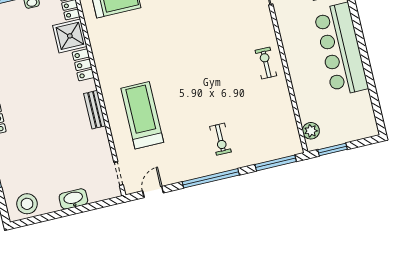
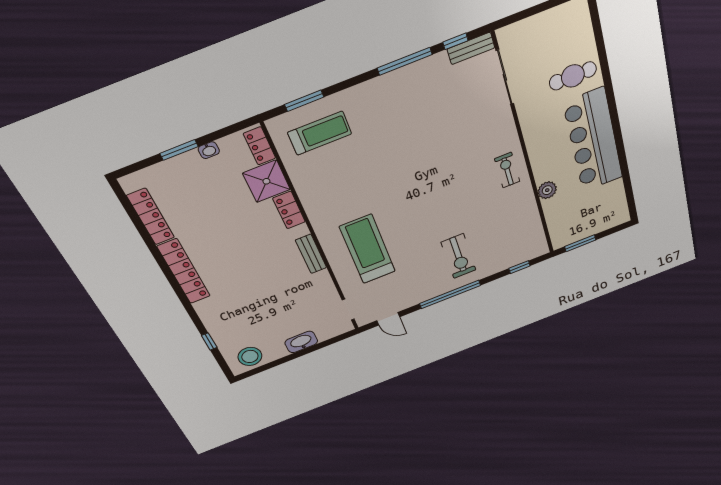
plant: (311, 131) -> (547, 190), moved
exercise bike: (221, 139) -> (459, 256), width x1.38, depth x1.39
window: (276, 163) -> (519, 267), width x0.46
door: (153, 192) -> (388, 319), swing flipped

